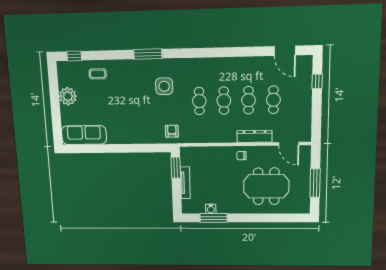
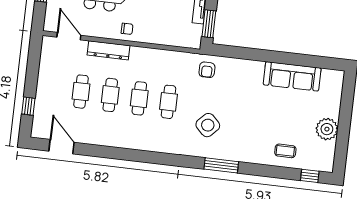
side table: (164, 86) -> (208, 125), turned 45
sofa: (84, 135) -> (292, 76), moved

